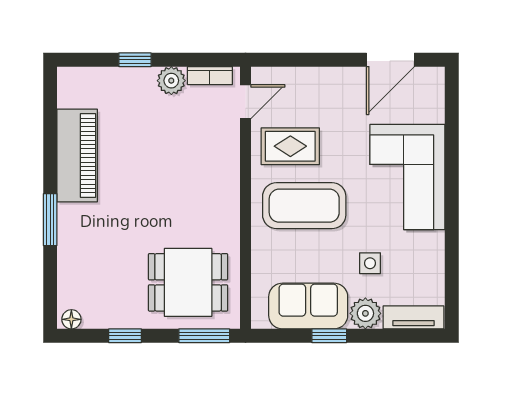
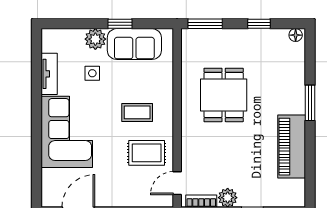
coffee table: (304, 206) -> (137, 112), width x0.54, depth x0.58
dining table: (188, 282) -> (224, 95), moved, turned 90
tv unit: (413, 317) -> (49, 74), moved, turned -90

